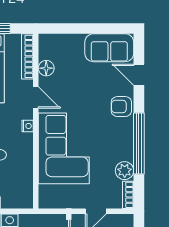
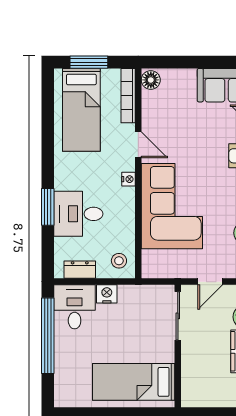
floor lamp: (46, 68) -> (151, 80), moved
stool: (20, 194) -> (119, 261), added

